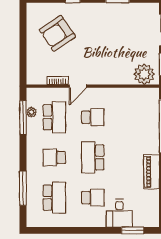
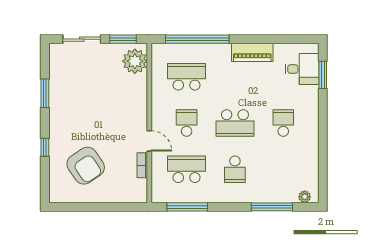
plant: (31, 112) -> (305, 197), moved
school desk: (54, 198) -> (187, 77), moved
desk: (119, 213) -> (302, 69), moved

